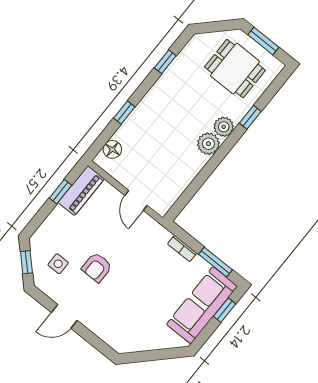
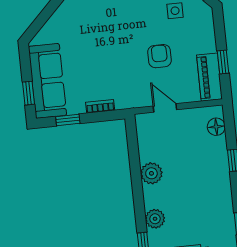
plant: (208, 144) -> (151, 173), moved
window: (215, 262) -> (68, 120), width x0.67
armchair: (97, 267) -> (160, 56), moved

